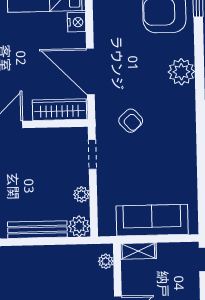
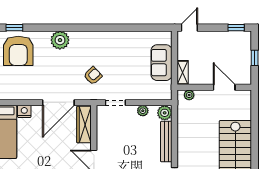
sofa: (152, 220) -> (162, 63), width x0.73

